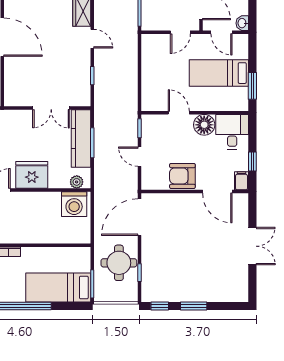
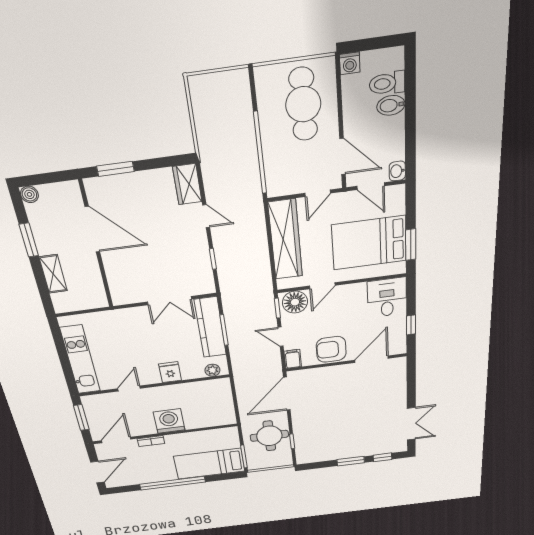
wardrobe: (152, 67) -> (285, 240), added
bed: (219, 73) -> (369, 243), width x1.50
door: (179, 113) -> (322, 286), swing flipped
floor lamp: (204, 125) -> (295, 302), moved
fridge: (32, 175) -> (170, 372), width x0.53, depth x0.75
filing cabinet: (241, 181) -> (293, 359), moved
door: (217, 192) -> (372, 359), swing flipped
washing machine: (74, 204) -> (169, 421), moved, turned 180
double door: (252, 246) -> (411, 424), moved
window: (160, 306) -> (383, 457), moved

